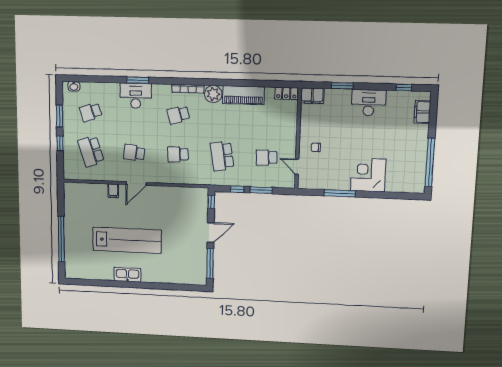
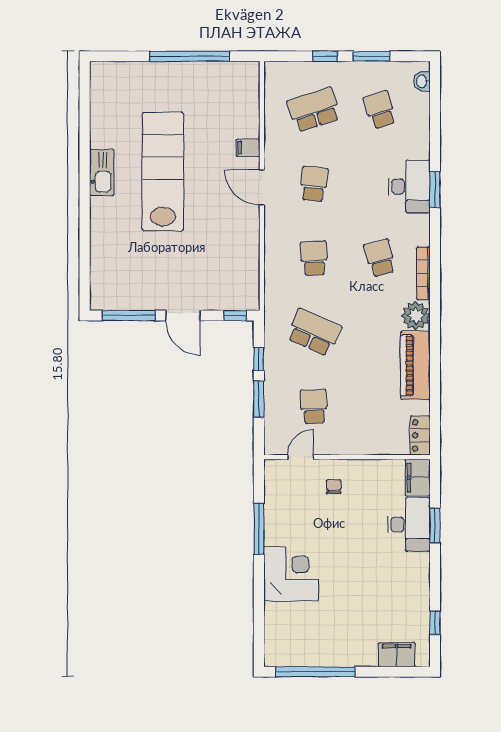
desk: (369, 103) -> (409, 525), moved
school desk: (222, 156) -> (314, 332), turned 33
window: (61, 239) -> (190, 56), moved
lab bench: (127, 240) -> (163, 172), turned 180

